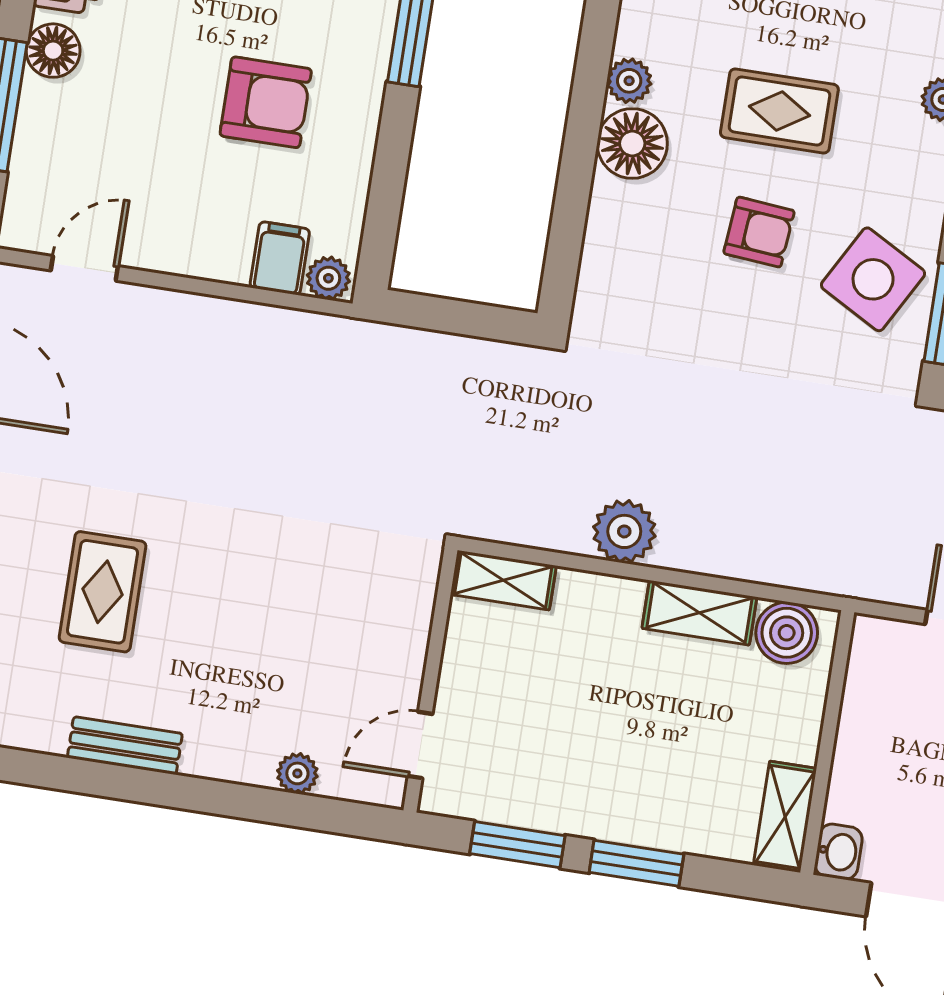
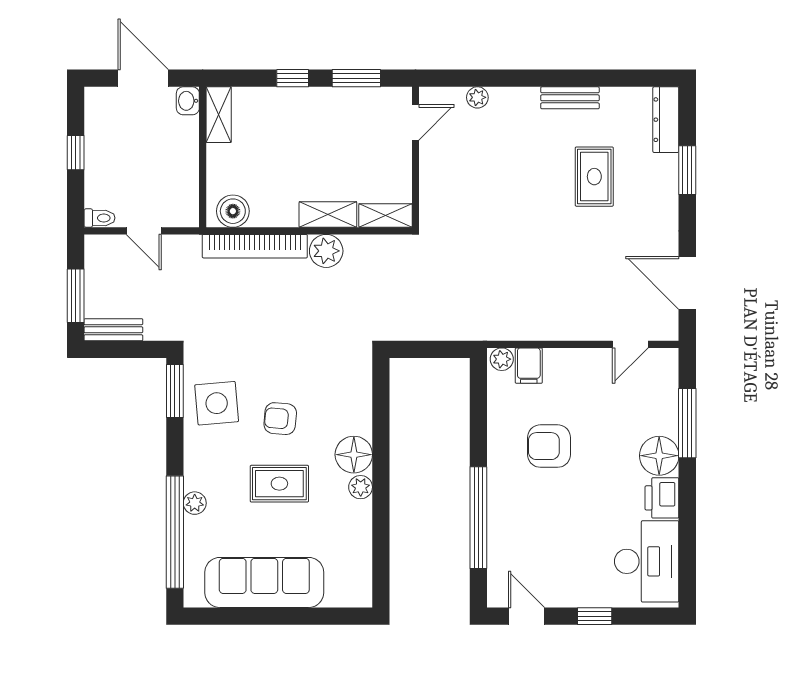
floor lamp: (53, 51) -> (659, 456), width x1.38, depth x1.38
side table: (873, 279) -> (217, 403), turned -34
bookcase: (756, 561) -> (255, 246), added
shelving: (699, 613) -> (328, 215), moved
window: (636, 863) -> (293, 78), width x0.67

